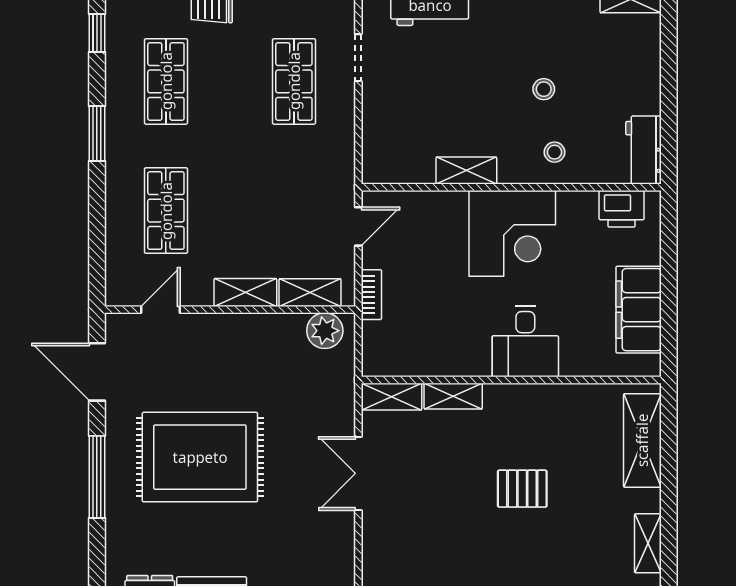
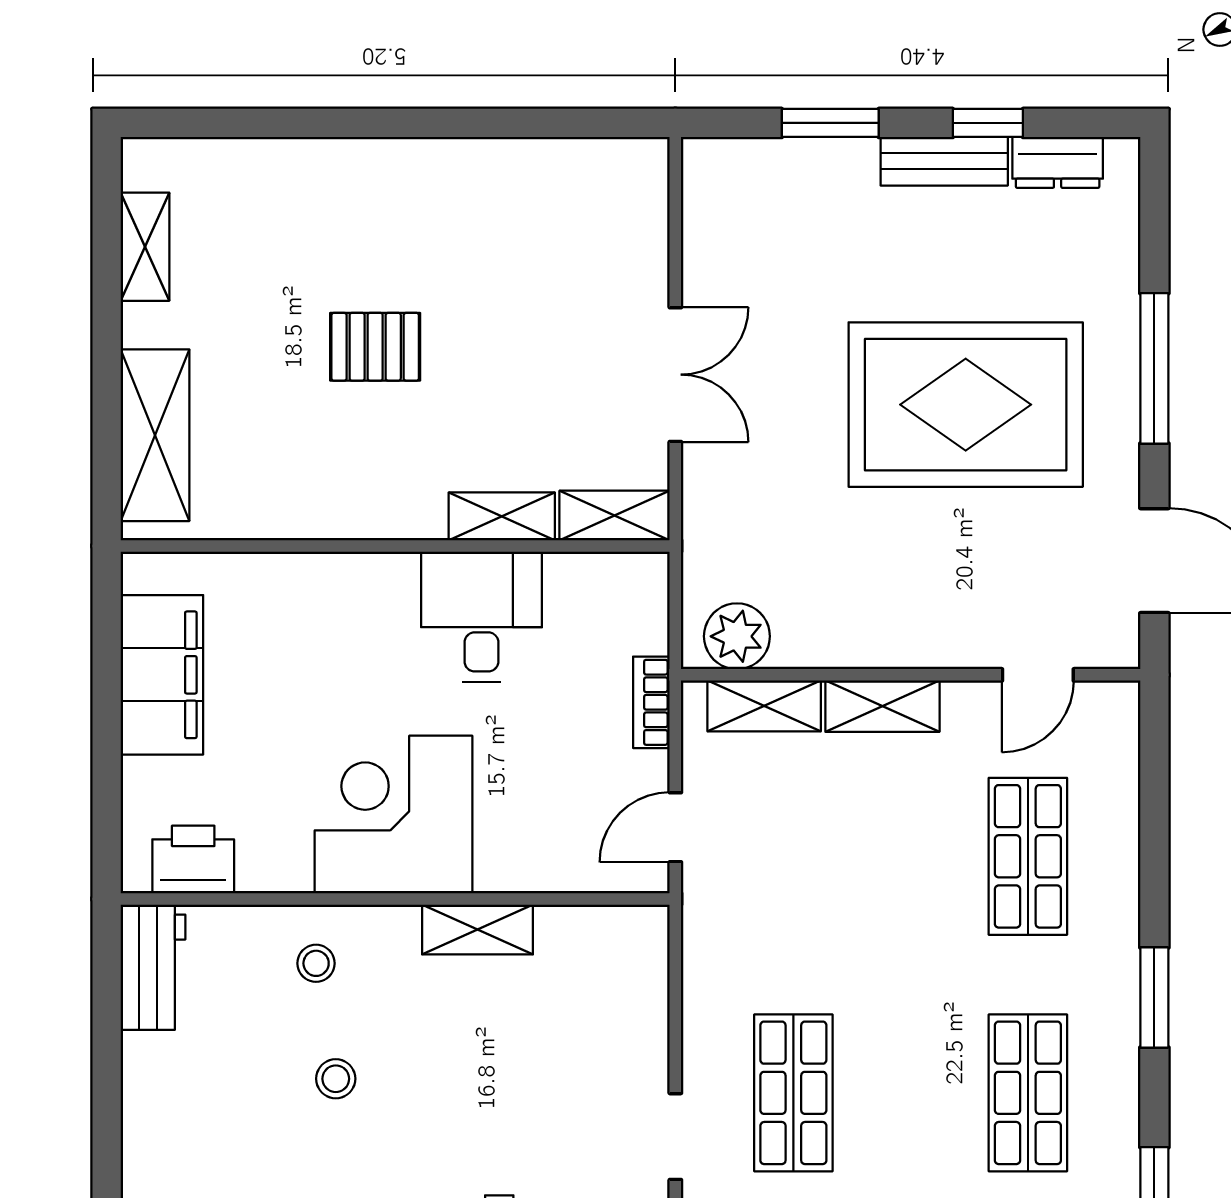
desk: (525, 341) -> (481, 617), moved

